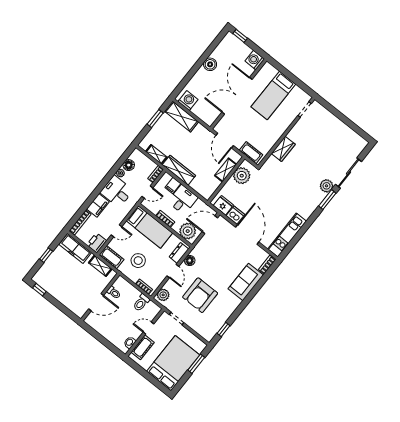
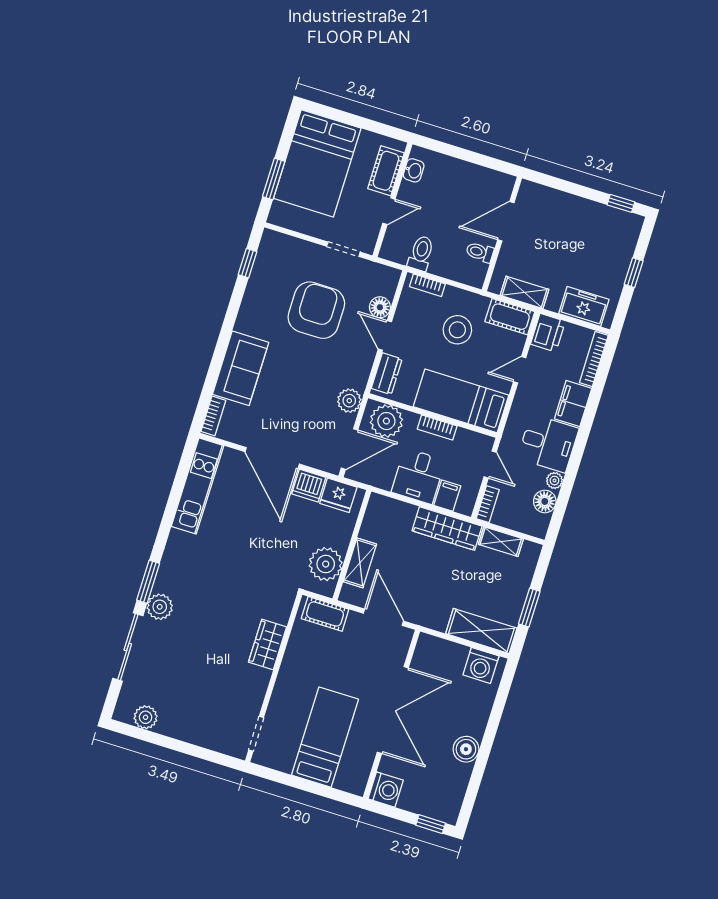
plant: (353, 137) -> (146, 717), added
door: (147, 192) -> (490, 465), swing flipped
freezer: (75, 248) -> (584, 306), width x0.71
floor lamp: (190, 260) -> (380, 307), moved
plant: (163, 295) -> (349, 401), moved

